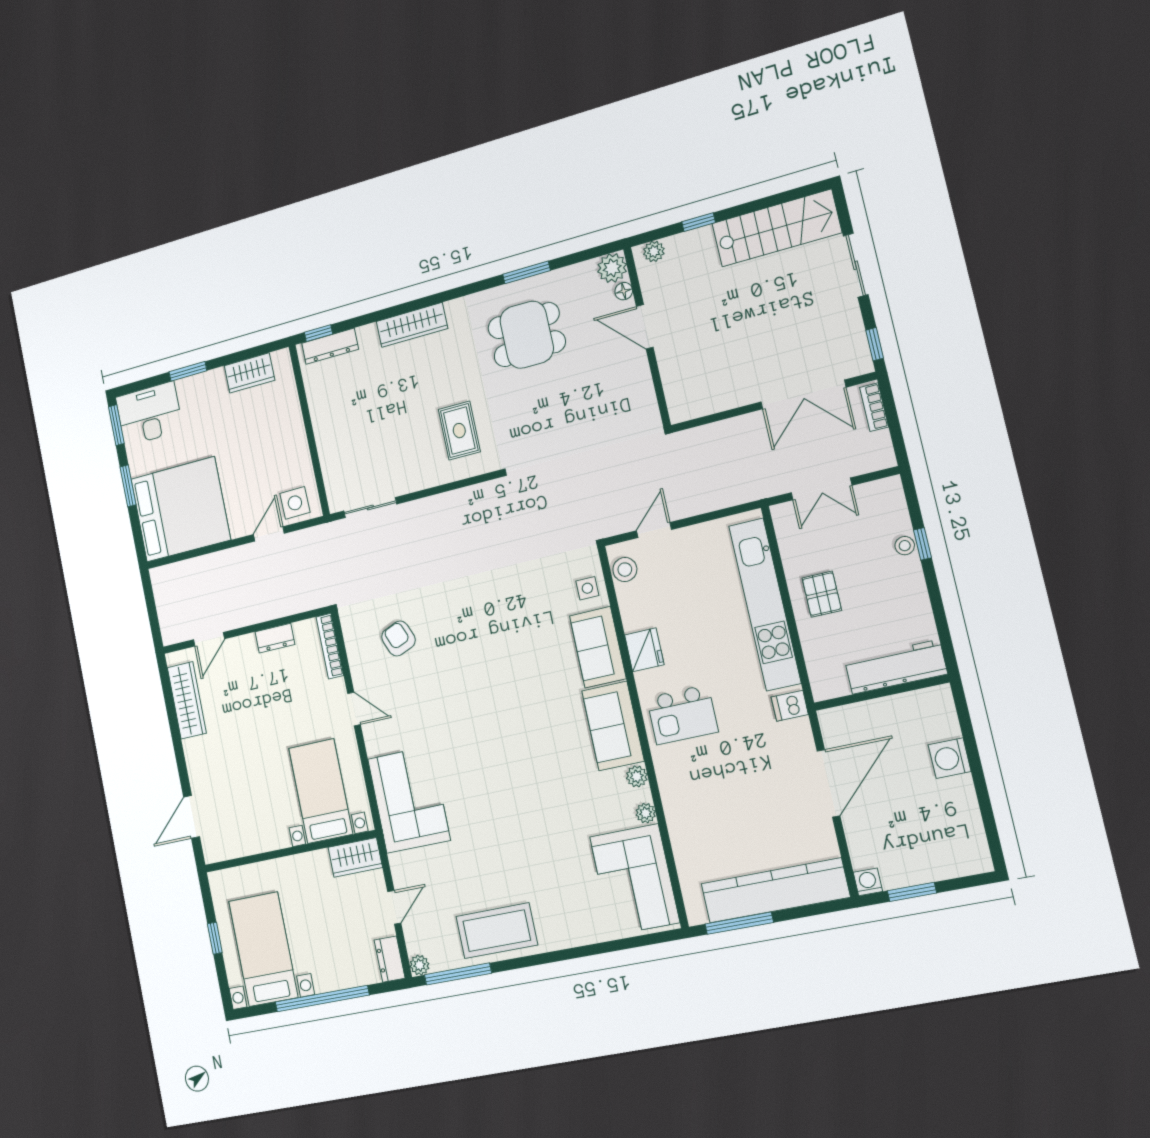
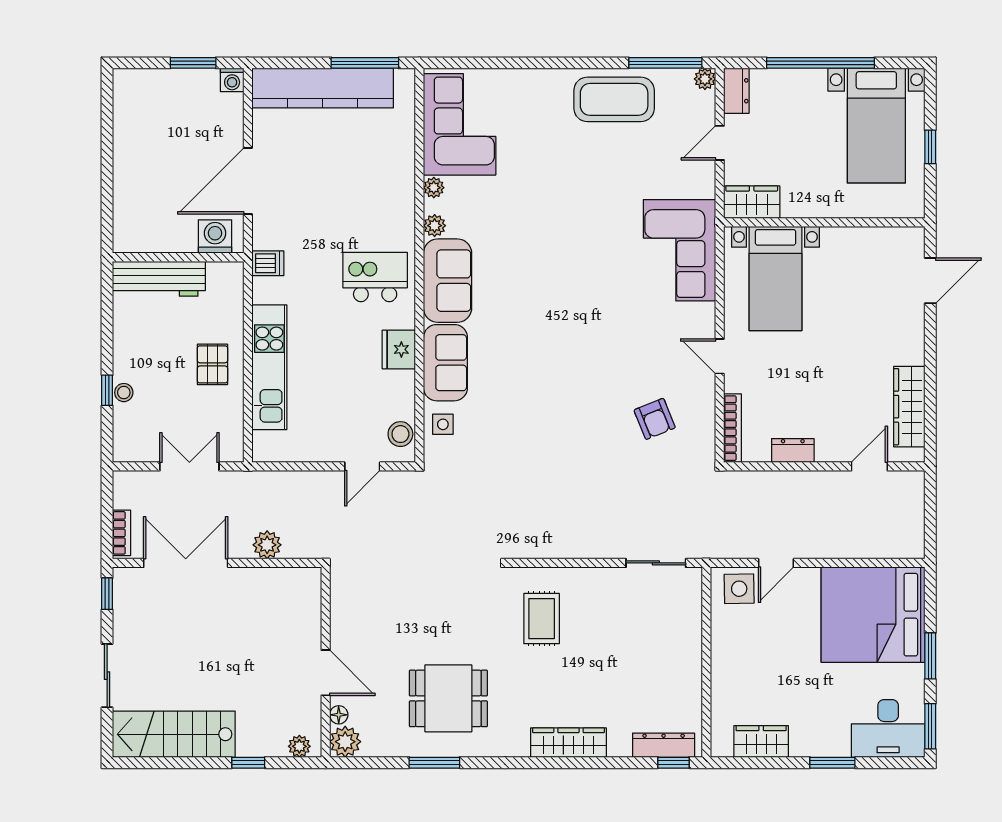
plant: (728, 433) -> (267, 545), added
kitchen unit: (765, 604) -> (269, 367), width x0.73
washing machine: (950, 758) -> (215, 237), moved, turned -90

